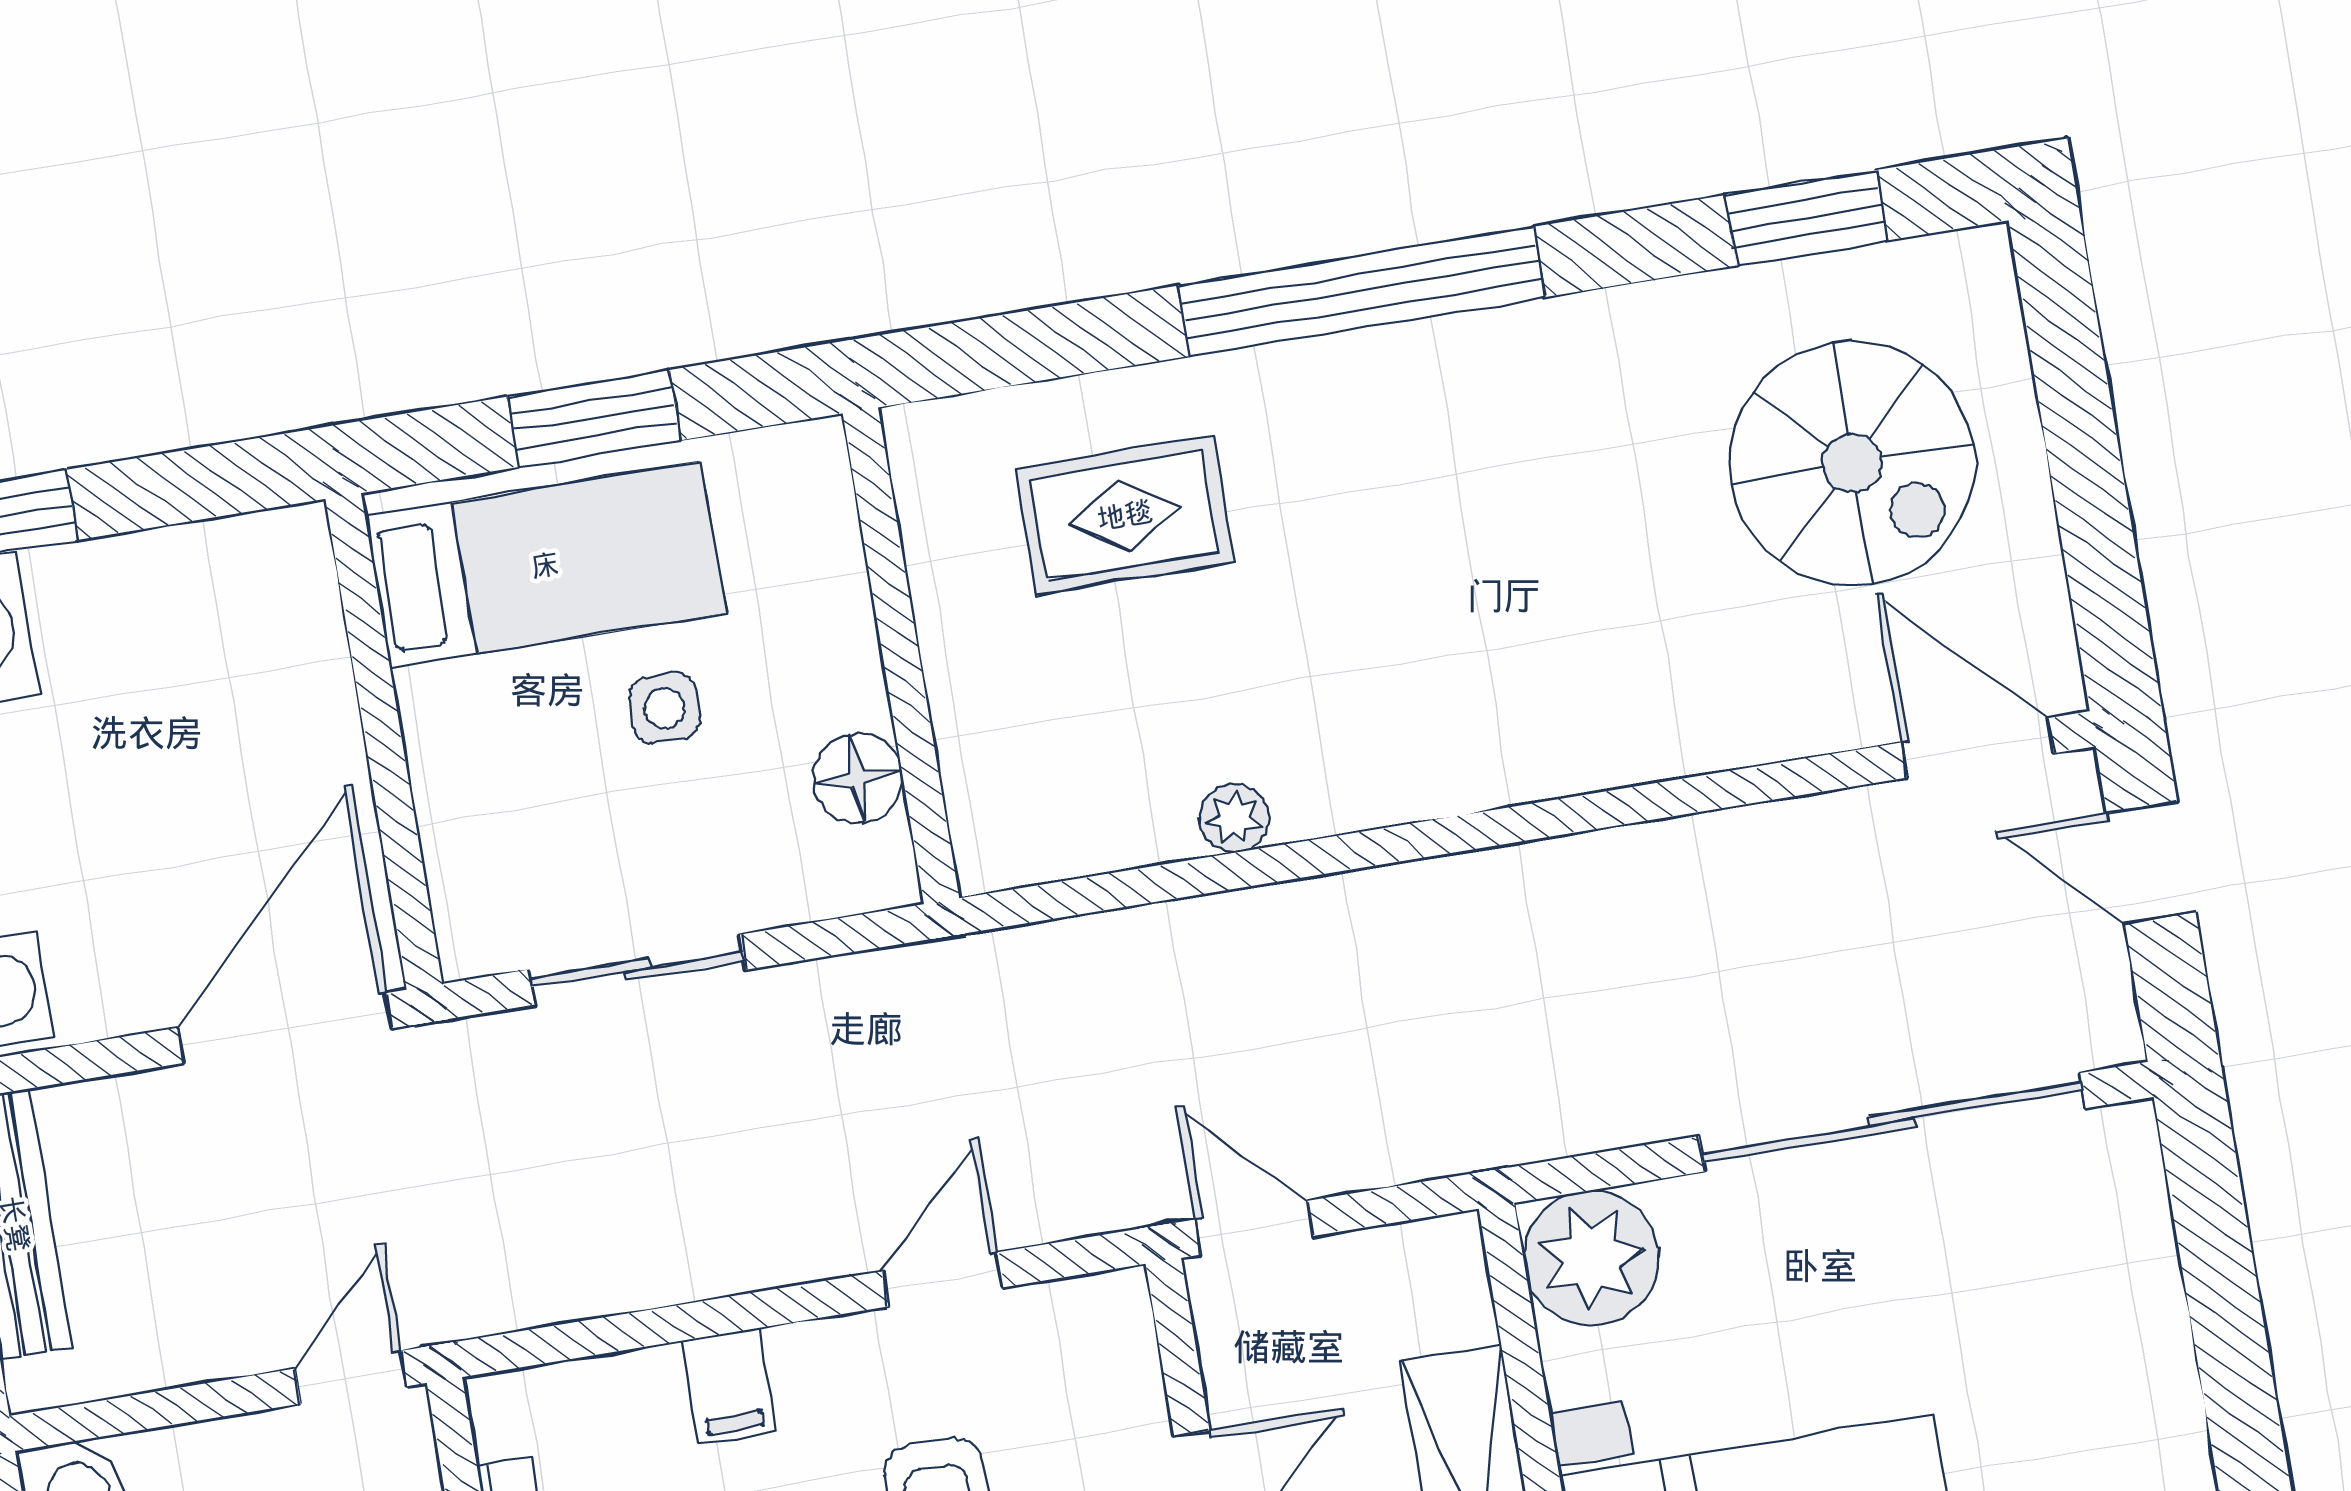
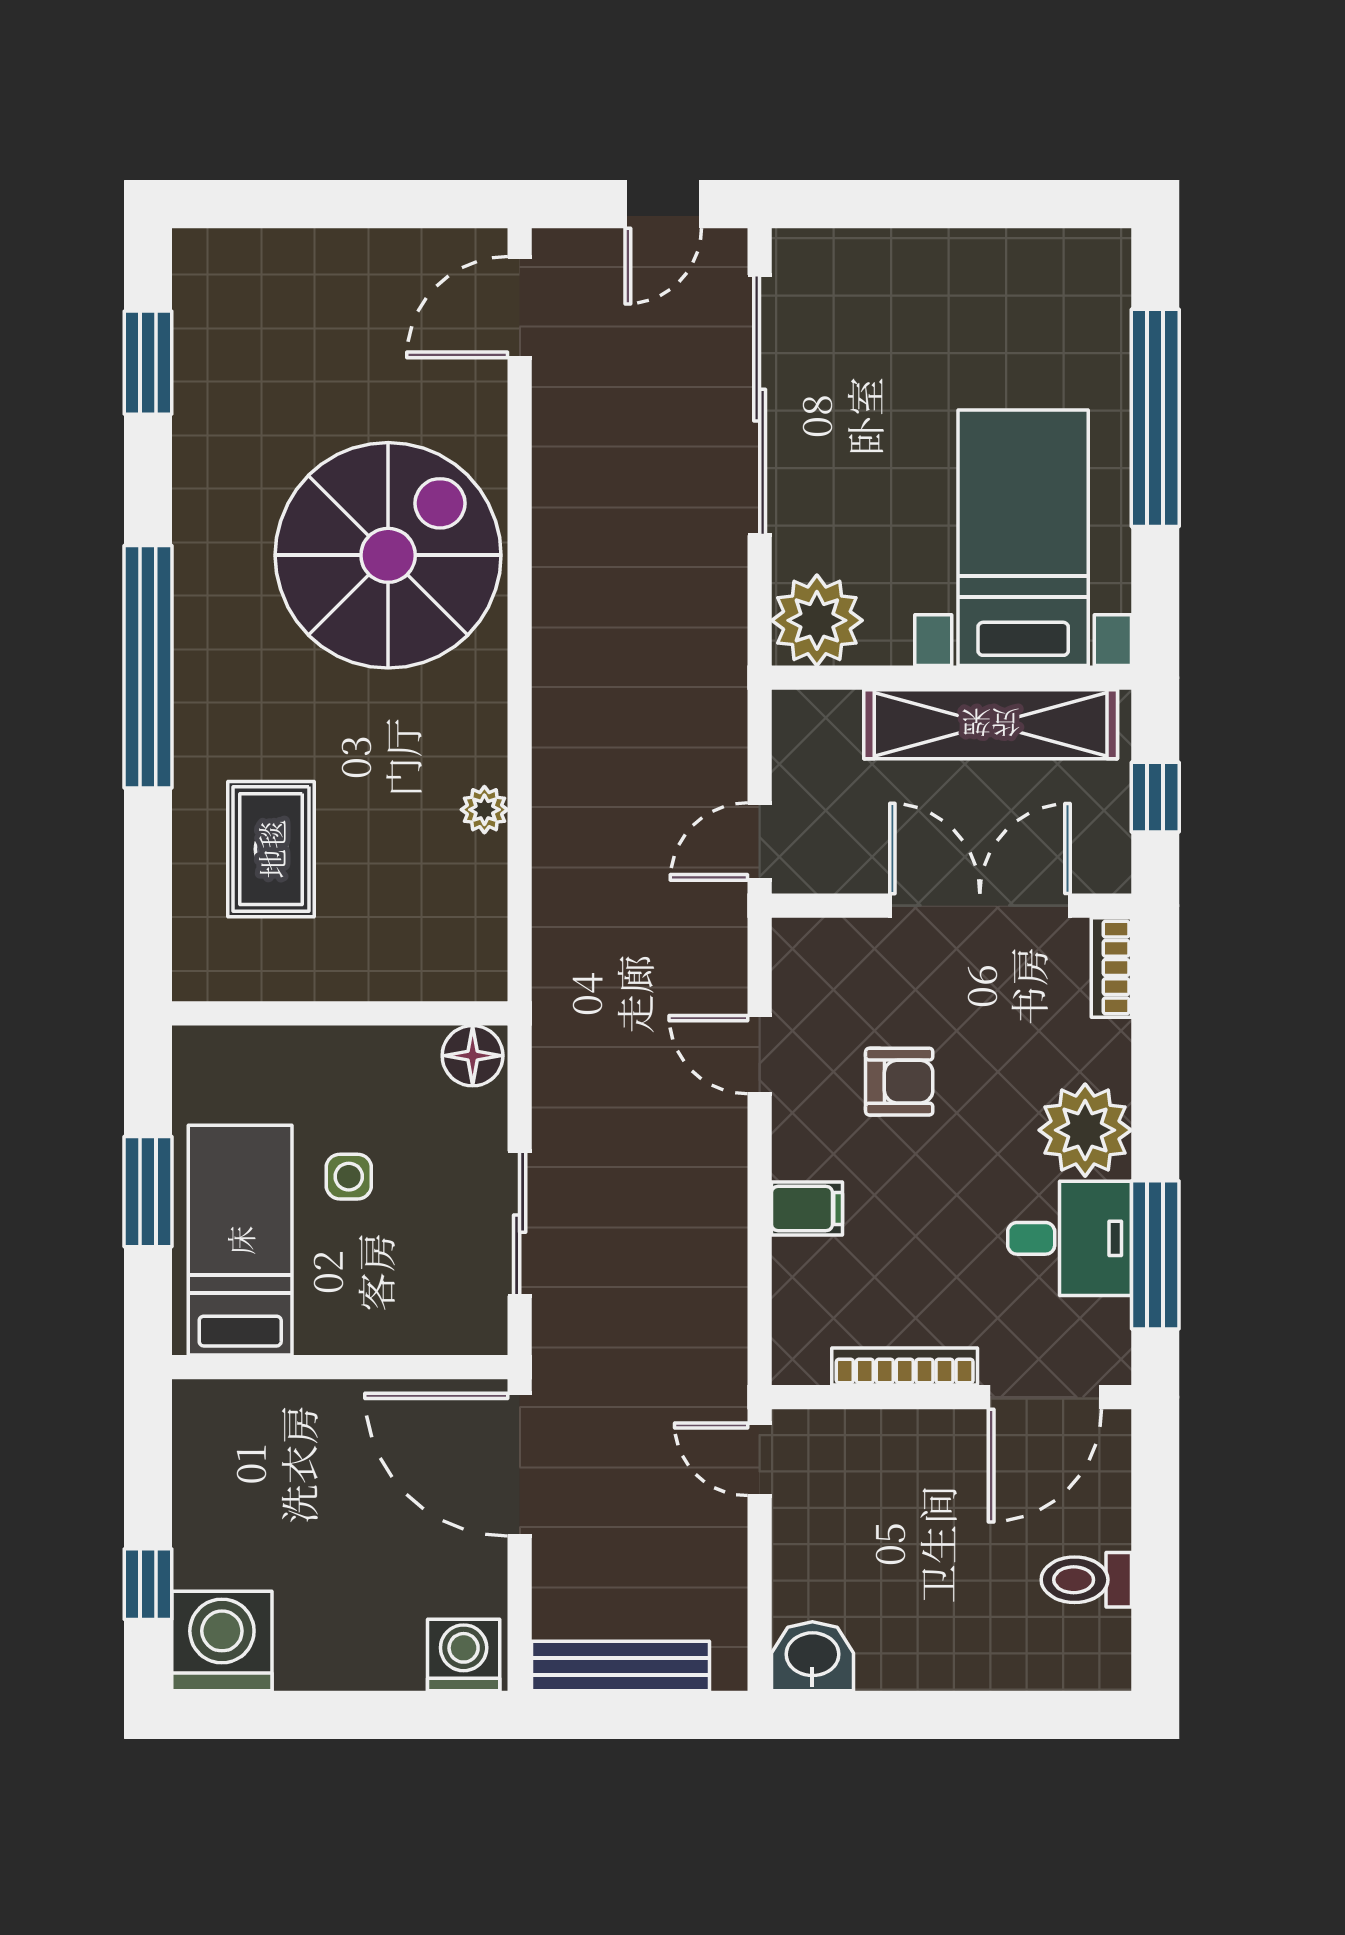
spiral stairs: (1852, 463) -> (388, 555), moved, width x1.37, depth x1.37
floor lamp: (858, 778) -> (473, 1056), moved
door: (2151, 863) -> (663, 204), moved

